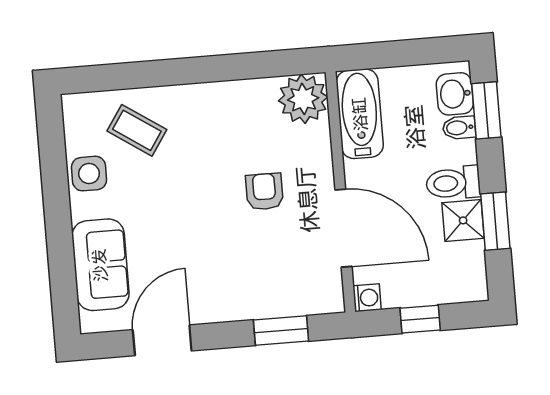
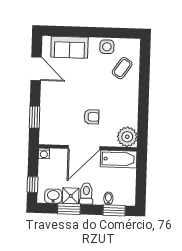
washbasin: (455, 94) -> (53, 196), moved
door: (343, 228) -> (84, 147), moved
window: (420, 319) -> (32, 185), moved

